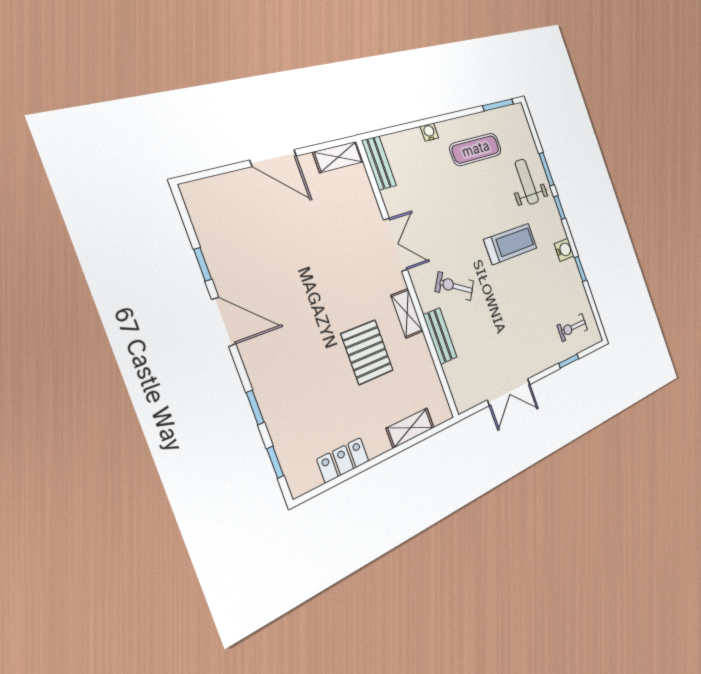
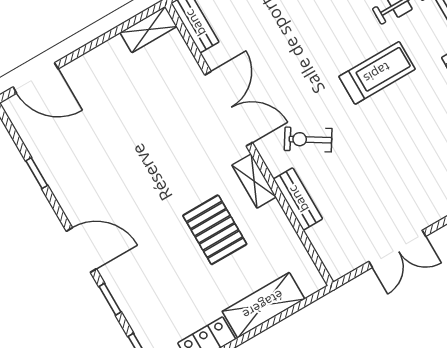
door: (273, 158) -> (36, 78), moved
double door: (395, 245) -> (229, 109), width x1.37
door: (224, 322) -> (81, 250), moved
shelving: (410, 428) -> (263, 305), width x1.50, depth x1.33

